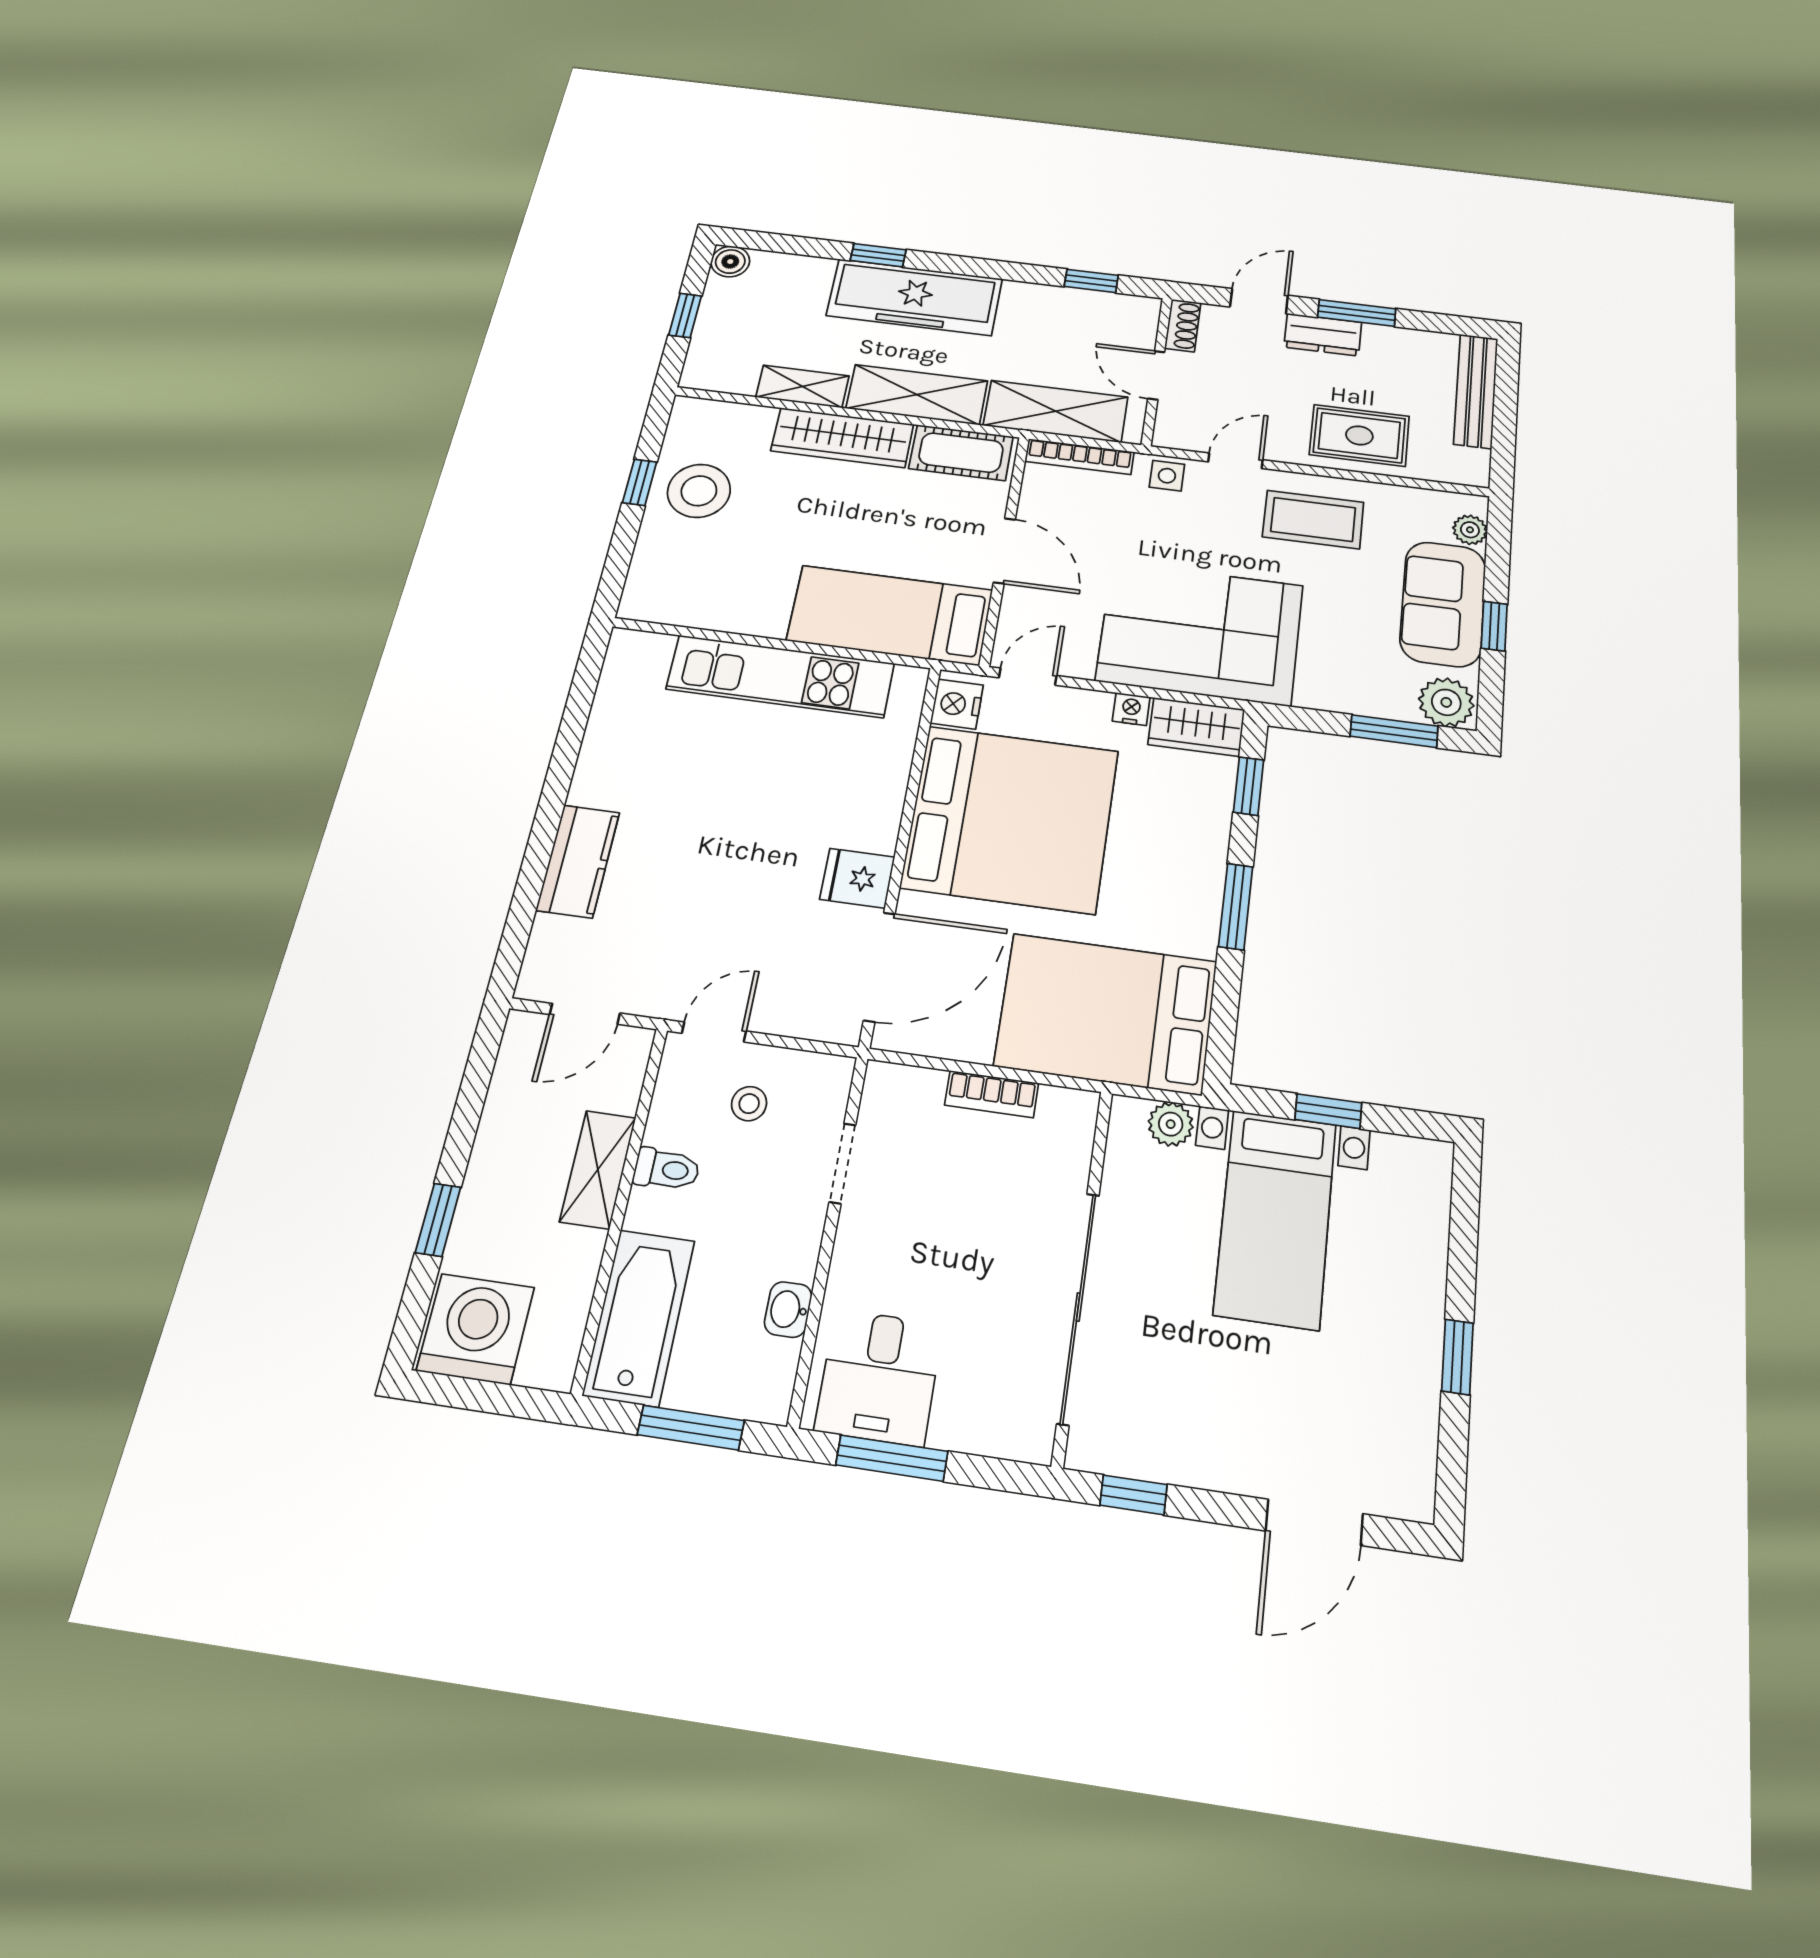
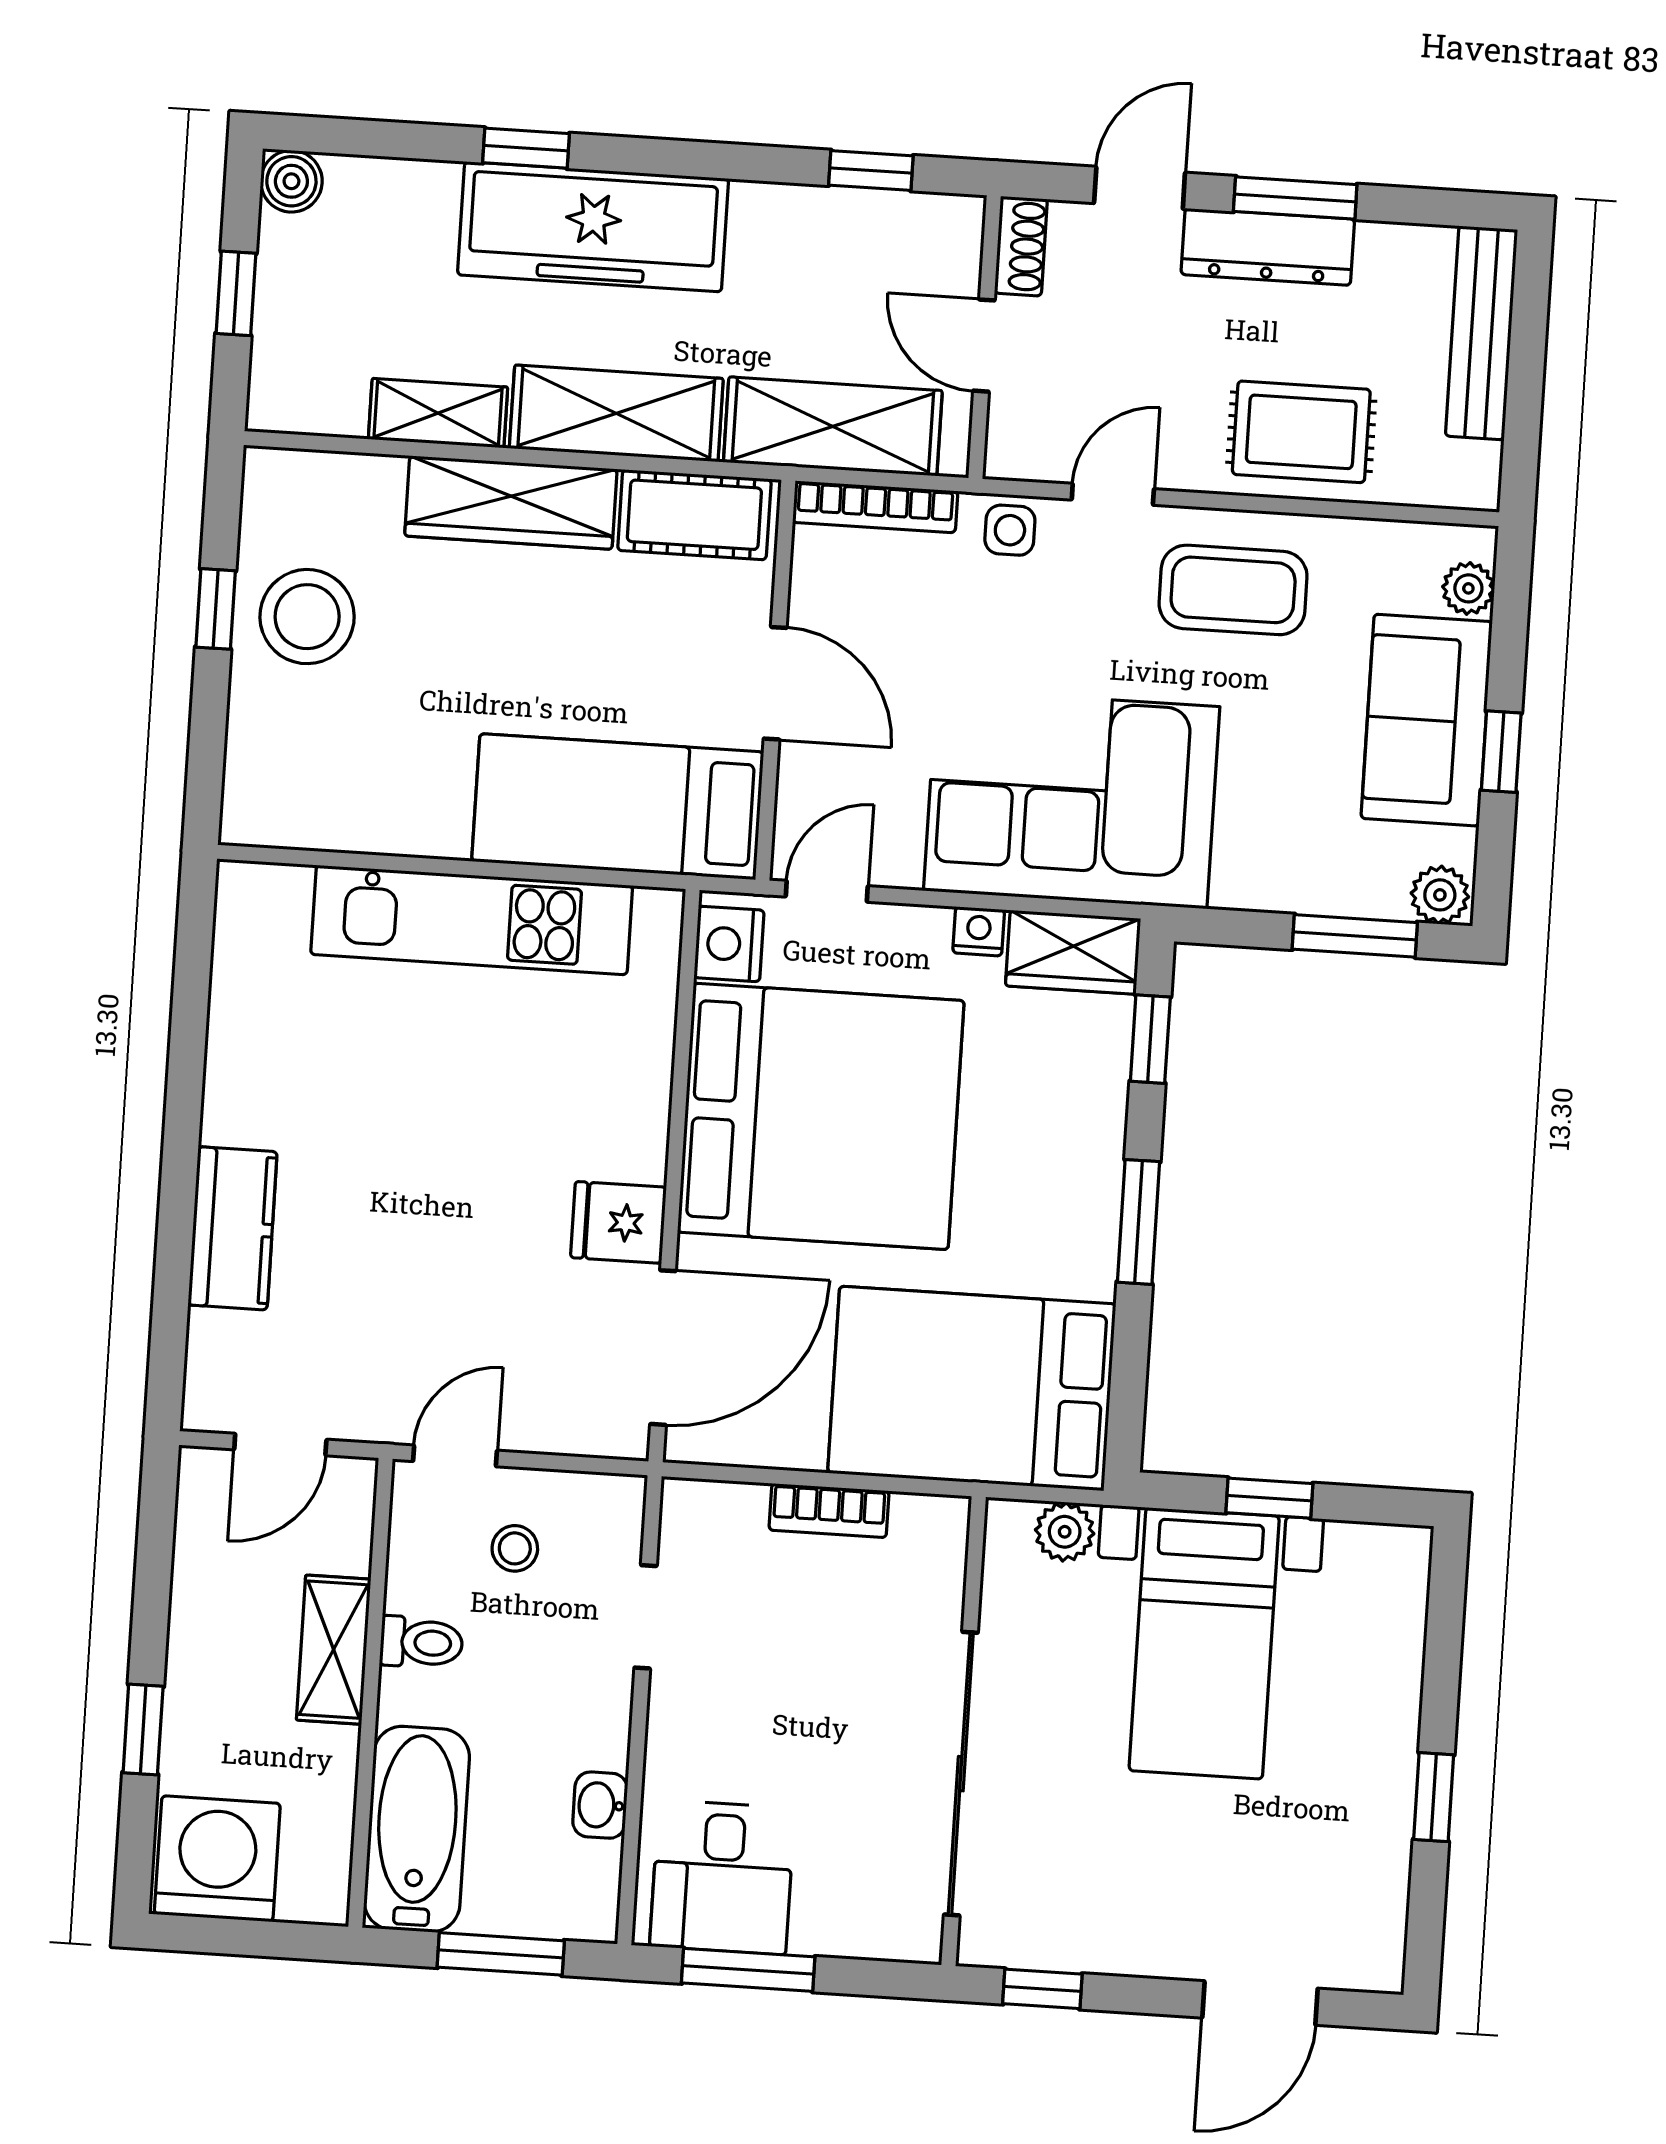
dresser: (1323, 335) -> (1268, 247), width x1.44
plant: (1446, 702) -> (1440, 895), width x0.73, depth x0.73

